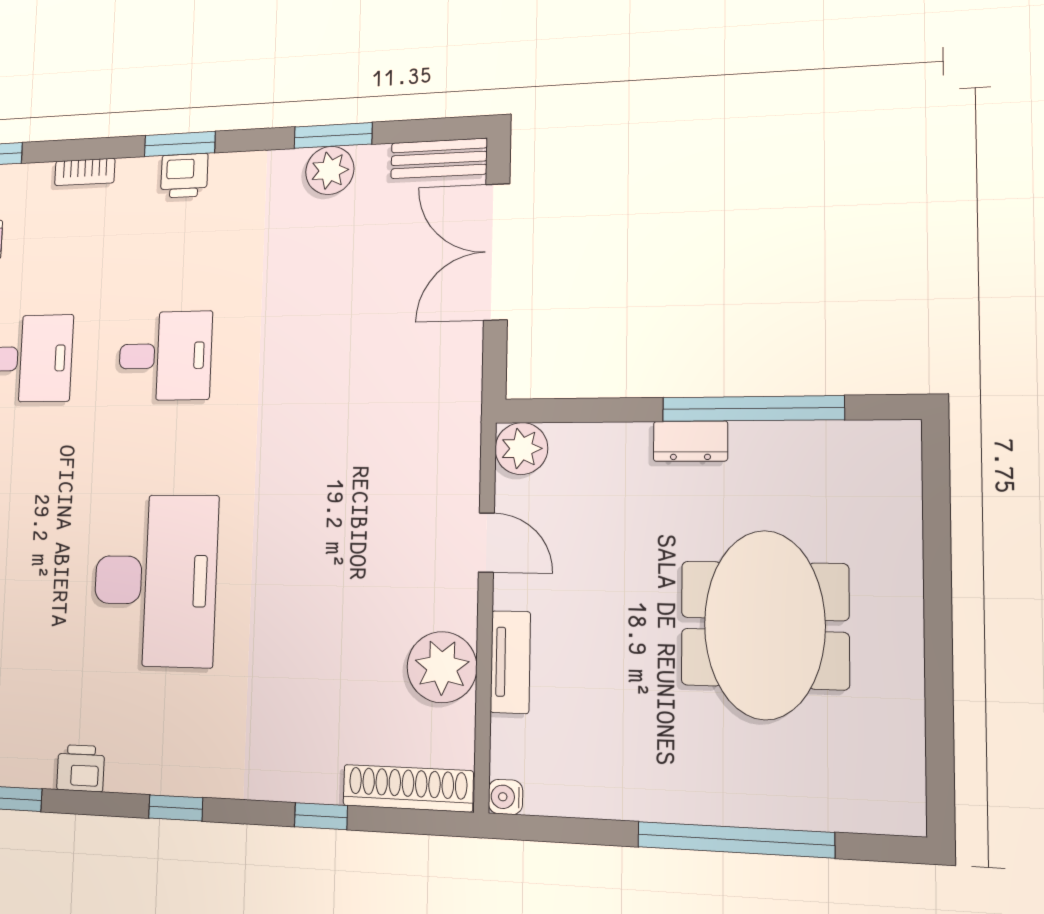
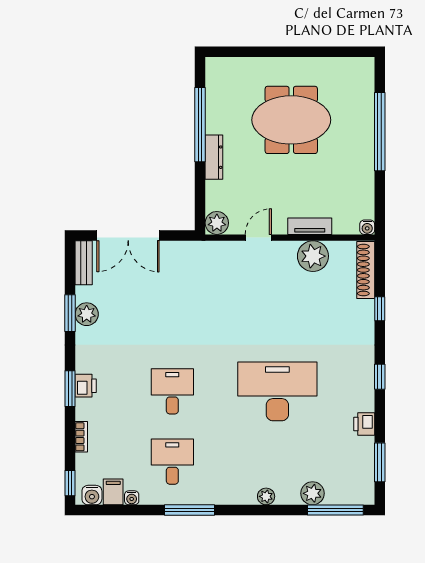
dresser: (690, 441) -> (214, 157), width x1.44

